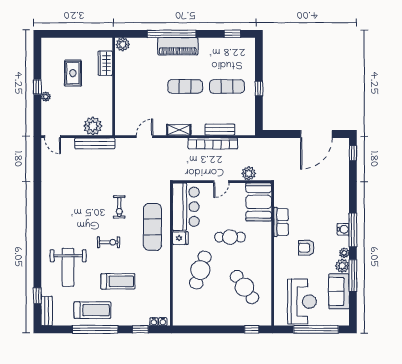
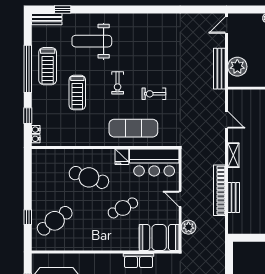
cafe table: (230, 237) -> (123, 208), turned 63
cafe table: (244, 287) -> (55, 221), moved
window: (252, 329) -> (28, 217), moved

